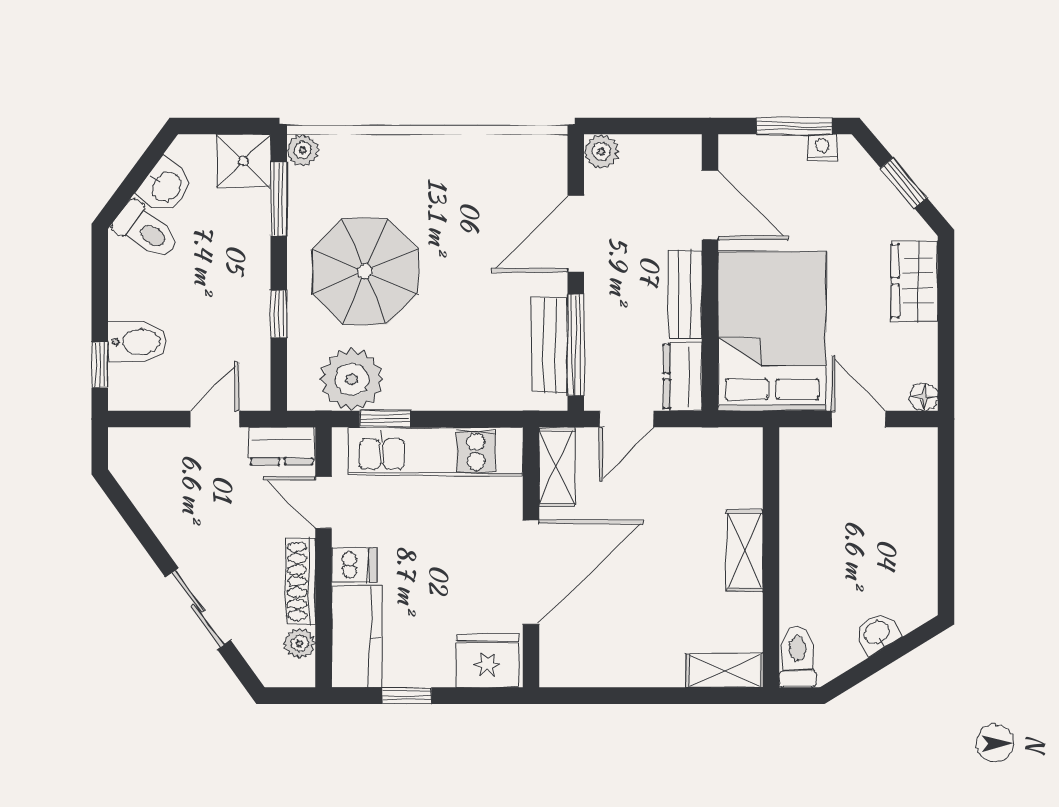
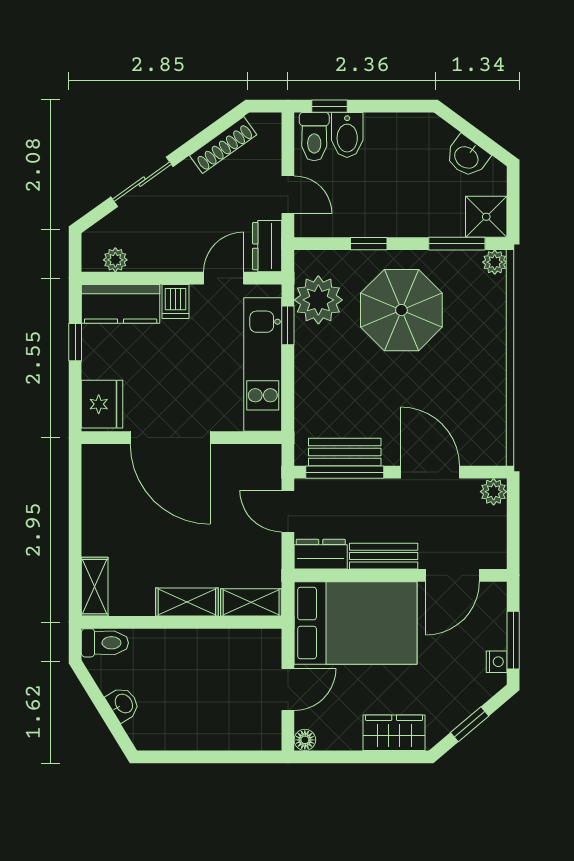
toilet: (146, 231) -> (314, 137), moved, turned -36
shelving: (557, 467) -> (251, 602), moved
shoe rack: (301, 581) -> (223, 145), moved, turned 144

